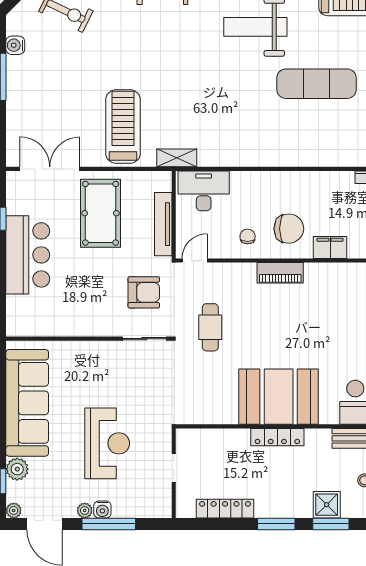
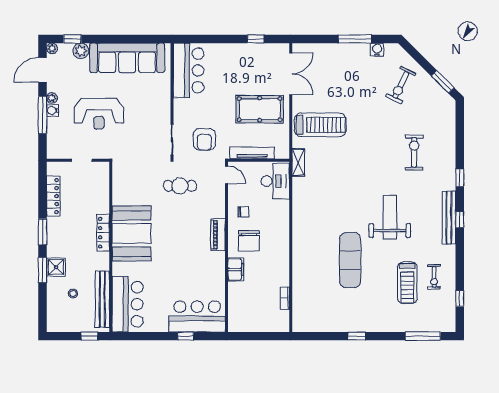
bar counter: (28, 255) -> (189, 70), moved, turned -90

